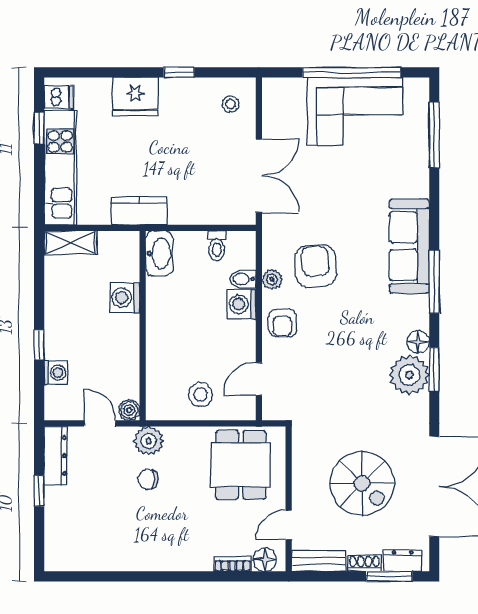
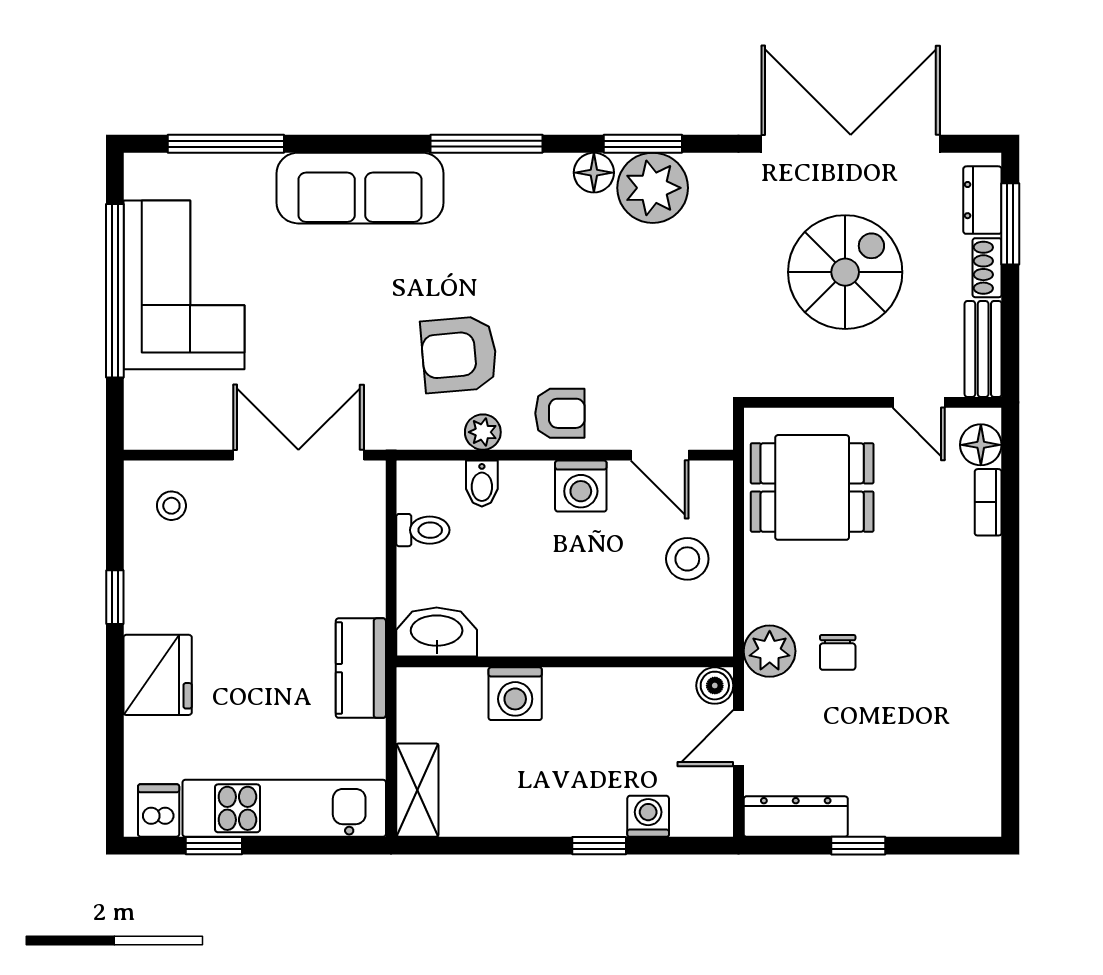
sofa: (409, 246) -> (360, 188), moved
washing machine: (242, 304) -> (581, 486), moved

